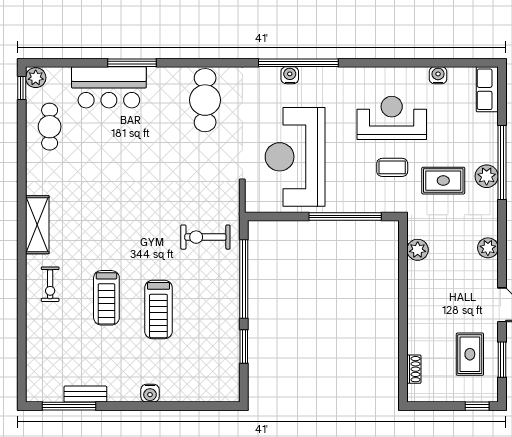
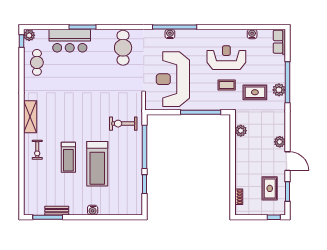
plant: (488, 248) -> (280, 142), moved
treadmill: (158, 310) -> (97, 164), width x1.37, depth x1.38

